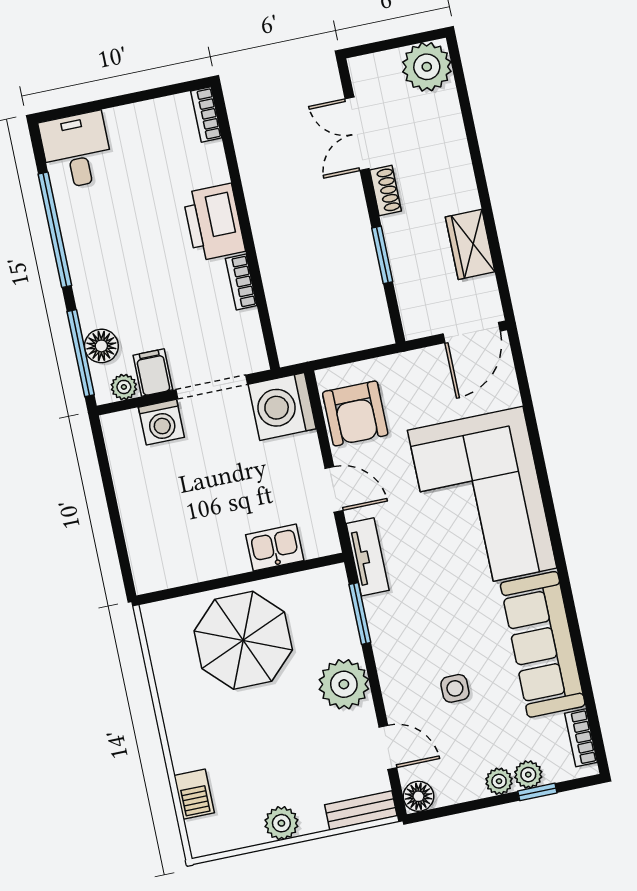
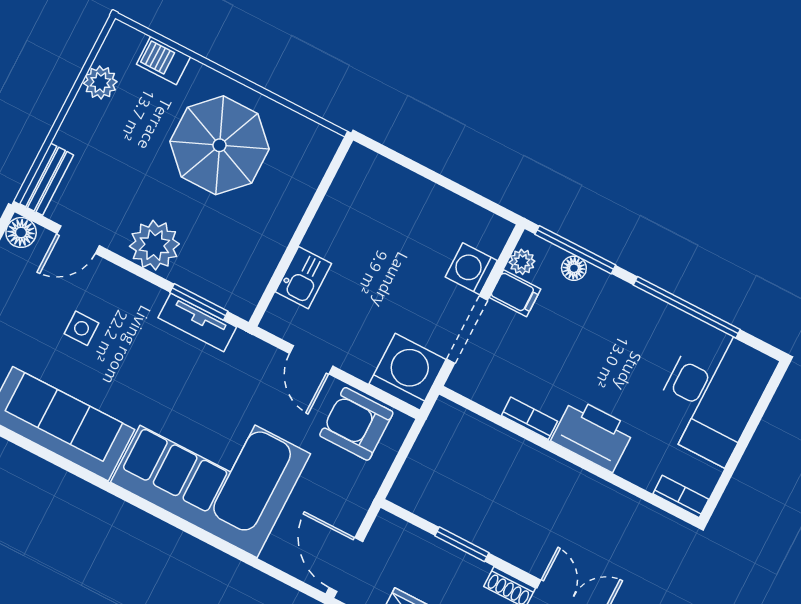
desk: (76, 150) -> (712, 394), width x1.87, depth x1.30
floor lamp: (101, 346) -> (574, 268), width x0.73, depth x0.73
door: (334, 489) -> (311, 360), hinge flipped
tv unit: (368, 557) -> (197, 322), moved
parasol: (243, 640) -> (220, 145), moved
plant: (281, 823) -> (100, 83), moved

